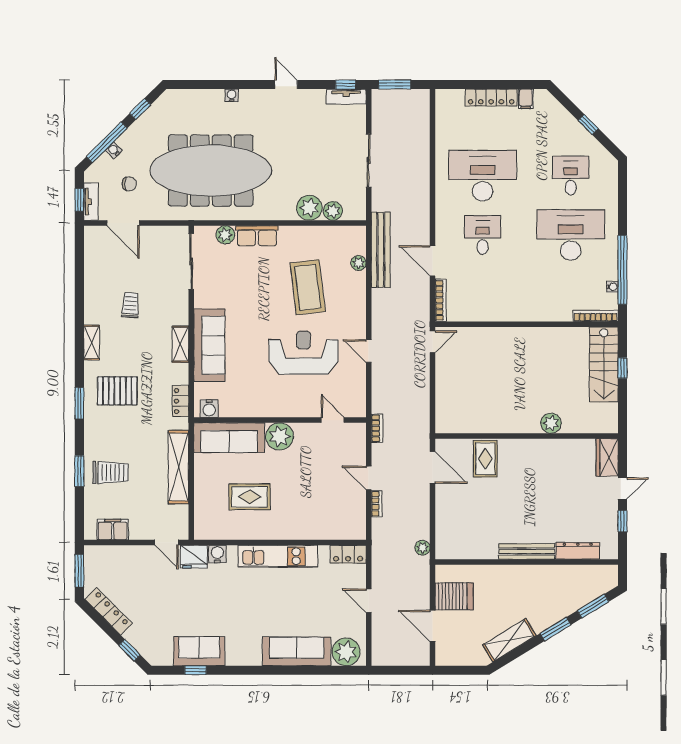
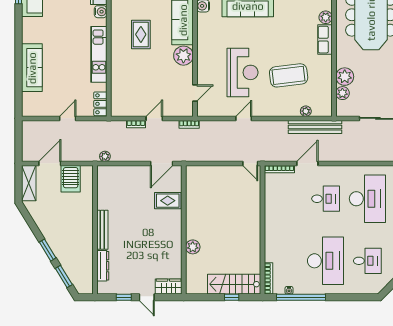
shelving: (509, 640) -> (29, 183), moved, turned 31
plant: (346, 652) -> (32, 102), removed

